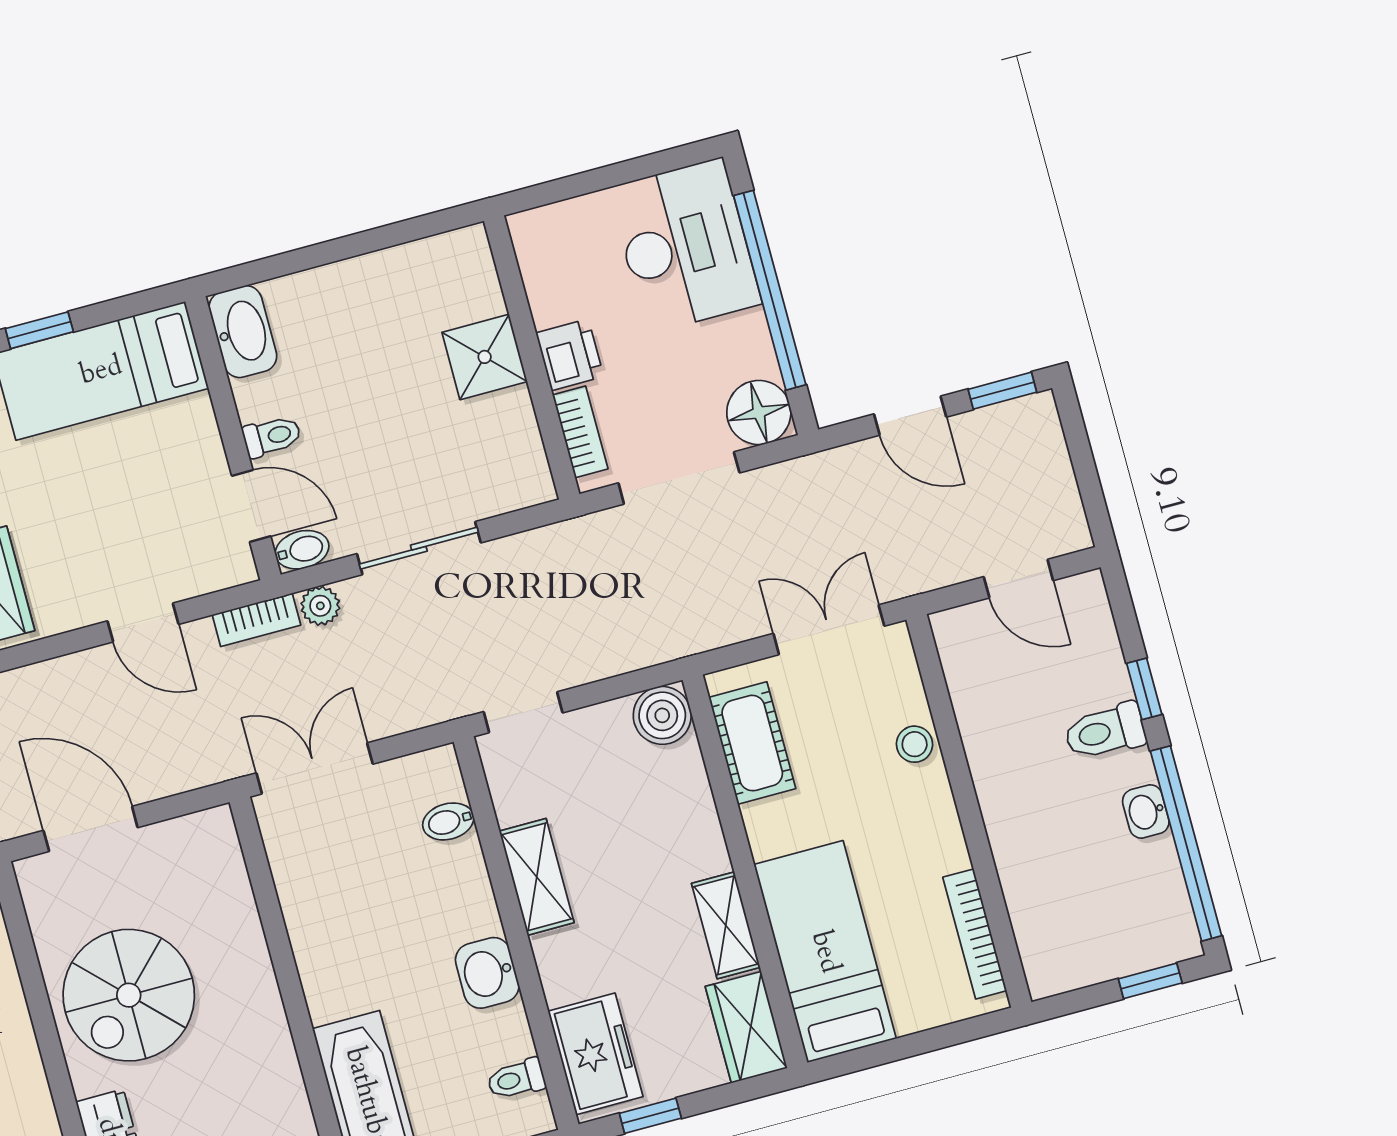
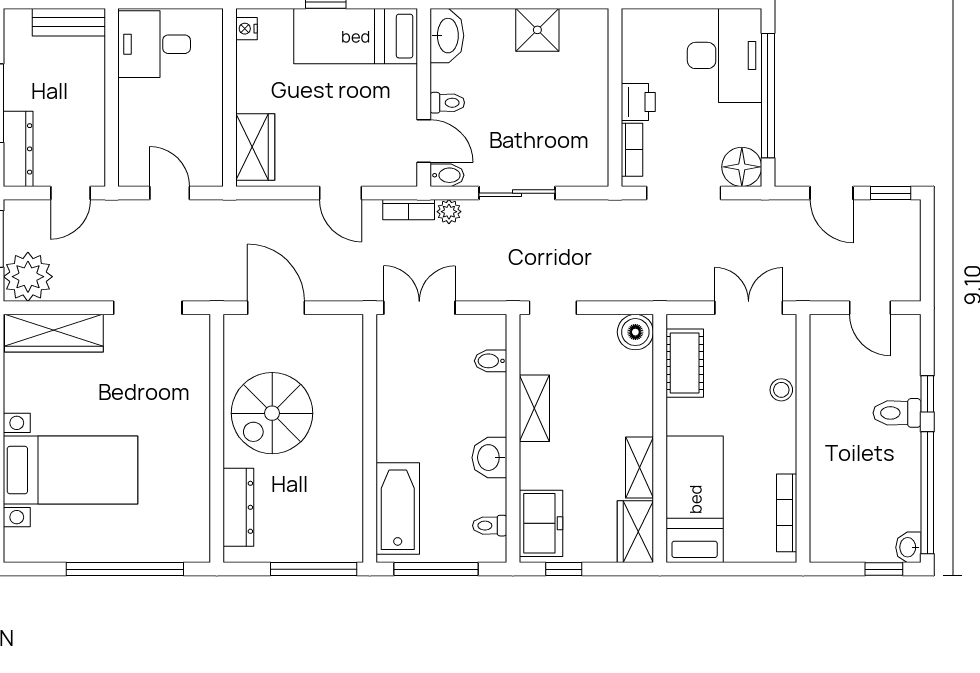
shower: (485, 357) -> (537, 30), moved
washbasin: (1146, 811) -> (908, 547), moved

